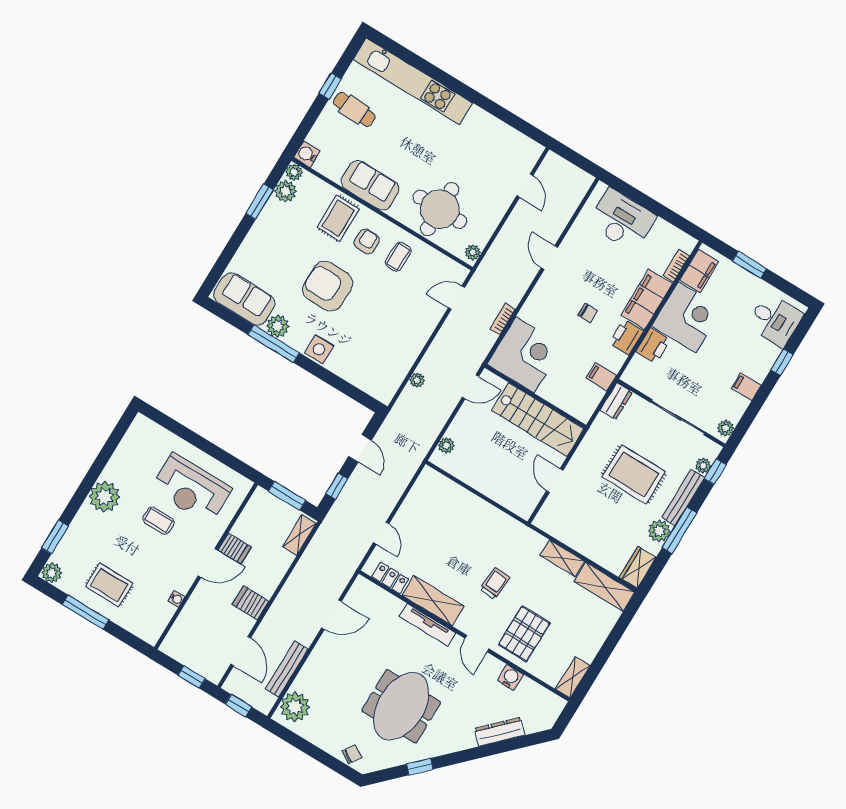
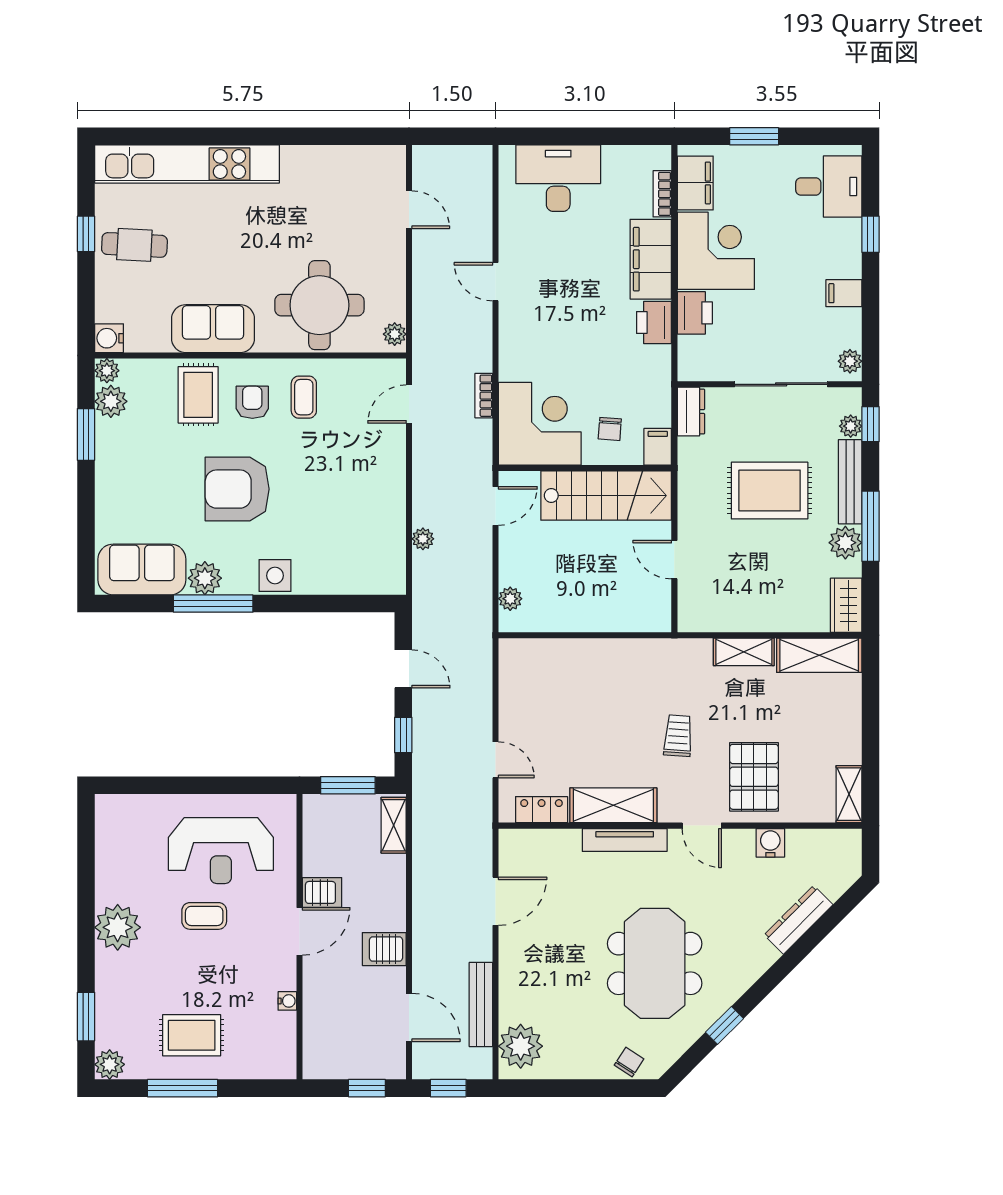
chair: (588, 313) -> (610, 429), moved, turned 94
filing cabinet: (601, 377) -> (658, 447), moved, turned 90

